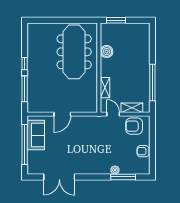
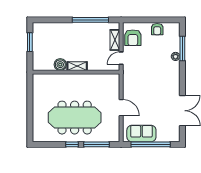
window: (116, 20) -> (30, 42), moved
meeting table: (74, 52) -> (75, 118), moved
shelving: (105, 88) -> (77, 66), moved

